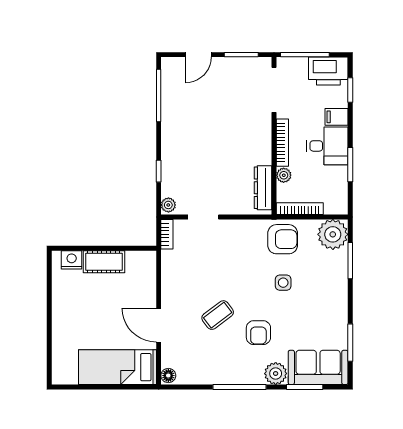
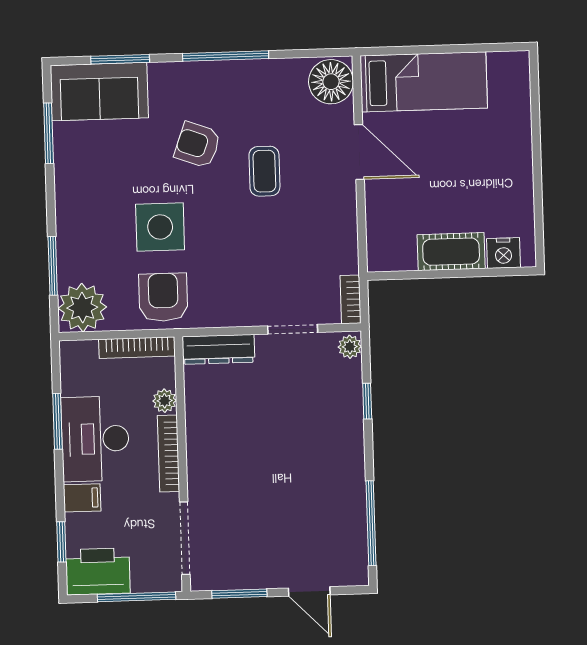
door: (198, 55) -> (309, 591), swing flipped
desk: (327, 146) -> (95, 439), width x1.37
dresser: (263, 188) -> (218, 349), moved, turned 90
armchair: (283, 239) -> (163, 297), turned 90
side table: (283, 283) -> (160, 227), width x1.87, depth x1.87
coffee table: (218, 315) -> (264, 171), turned -53
armchair: (258, 333) -> (198, 145), turned -70
plant: (276, 374) -> (168, 80), removed
floor lamp: (168, 376) -> (331, 82), width x1.89, depth x1.89

